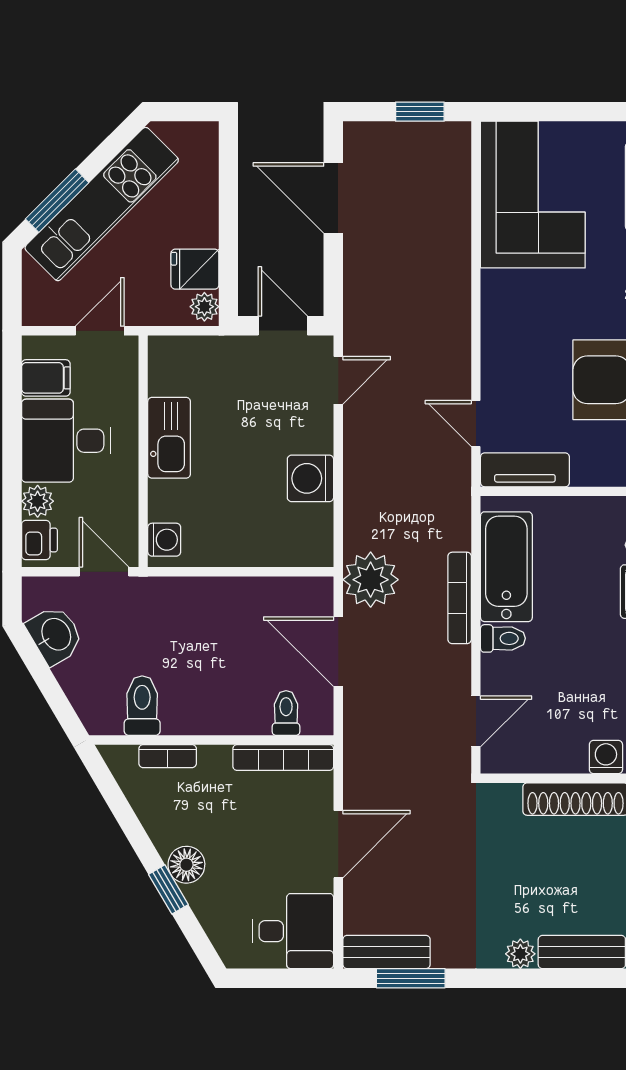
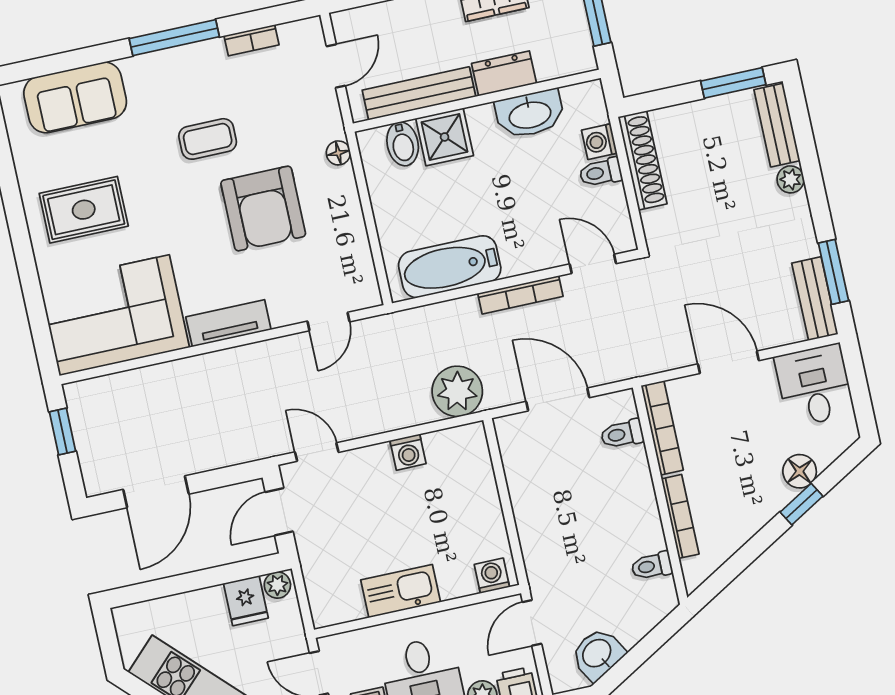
tv unit: (525, 470) -> (228, 323), moved, turned 90
washing machine: (310, 478) -> (408, 452), width x0.73, depth x0.73
plant: (371, 580) -> (457, 391), moved
bookcase: (460, 598) -> (520, 295), moved
toilet: (503, 638) -> (601, 172), moved, turned -90
door: (338, 652) -> (558, 400), swing flipped
toilet: (142, 706) -> (652, 566), width x0.73, depth x0.72
bookcase: (168, 756) -> (680, 516), width x1.56
floor lamp: (186, 865) -> (800, 471), moved

